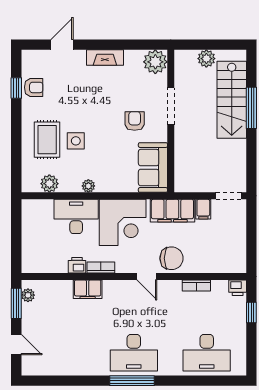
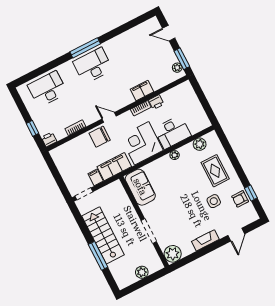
stairs: (232, 100) -> (103, 235), moved
armchair: (135, 121) -> (167, 210), removed
side table: (76, 141) -> (214, 201), moved

